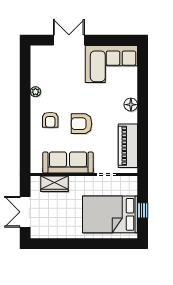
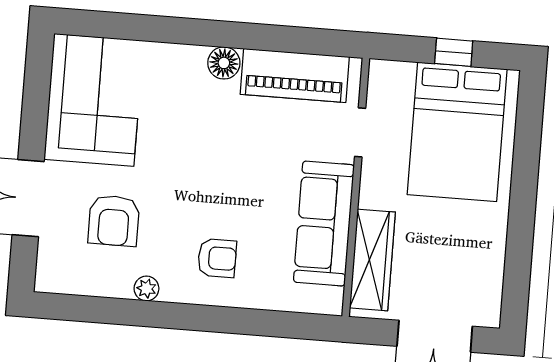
floor lamp: (131, 105) -> (224, 63), moved
armchair: (82, 124) -> (114, 221), moved
wardrobe: (55, 184) -> (372, 260), width x1.50

